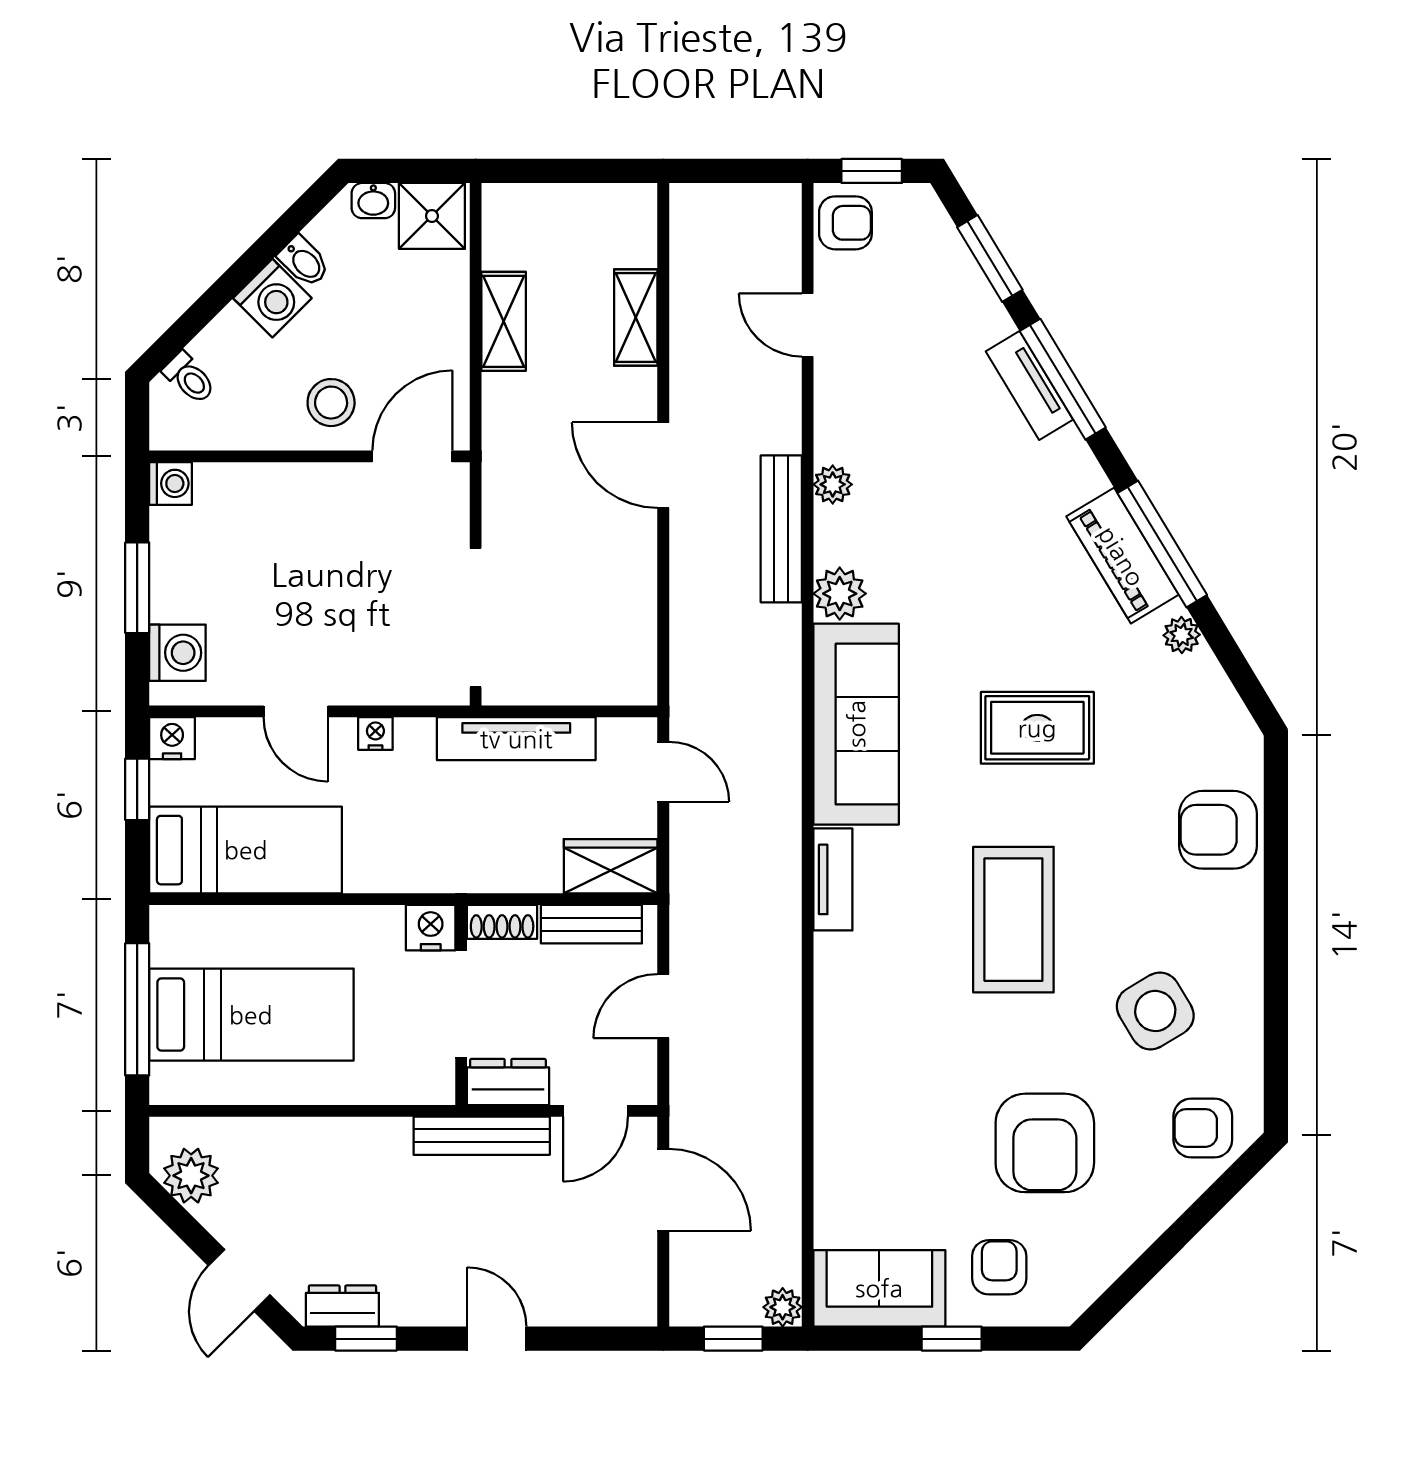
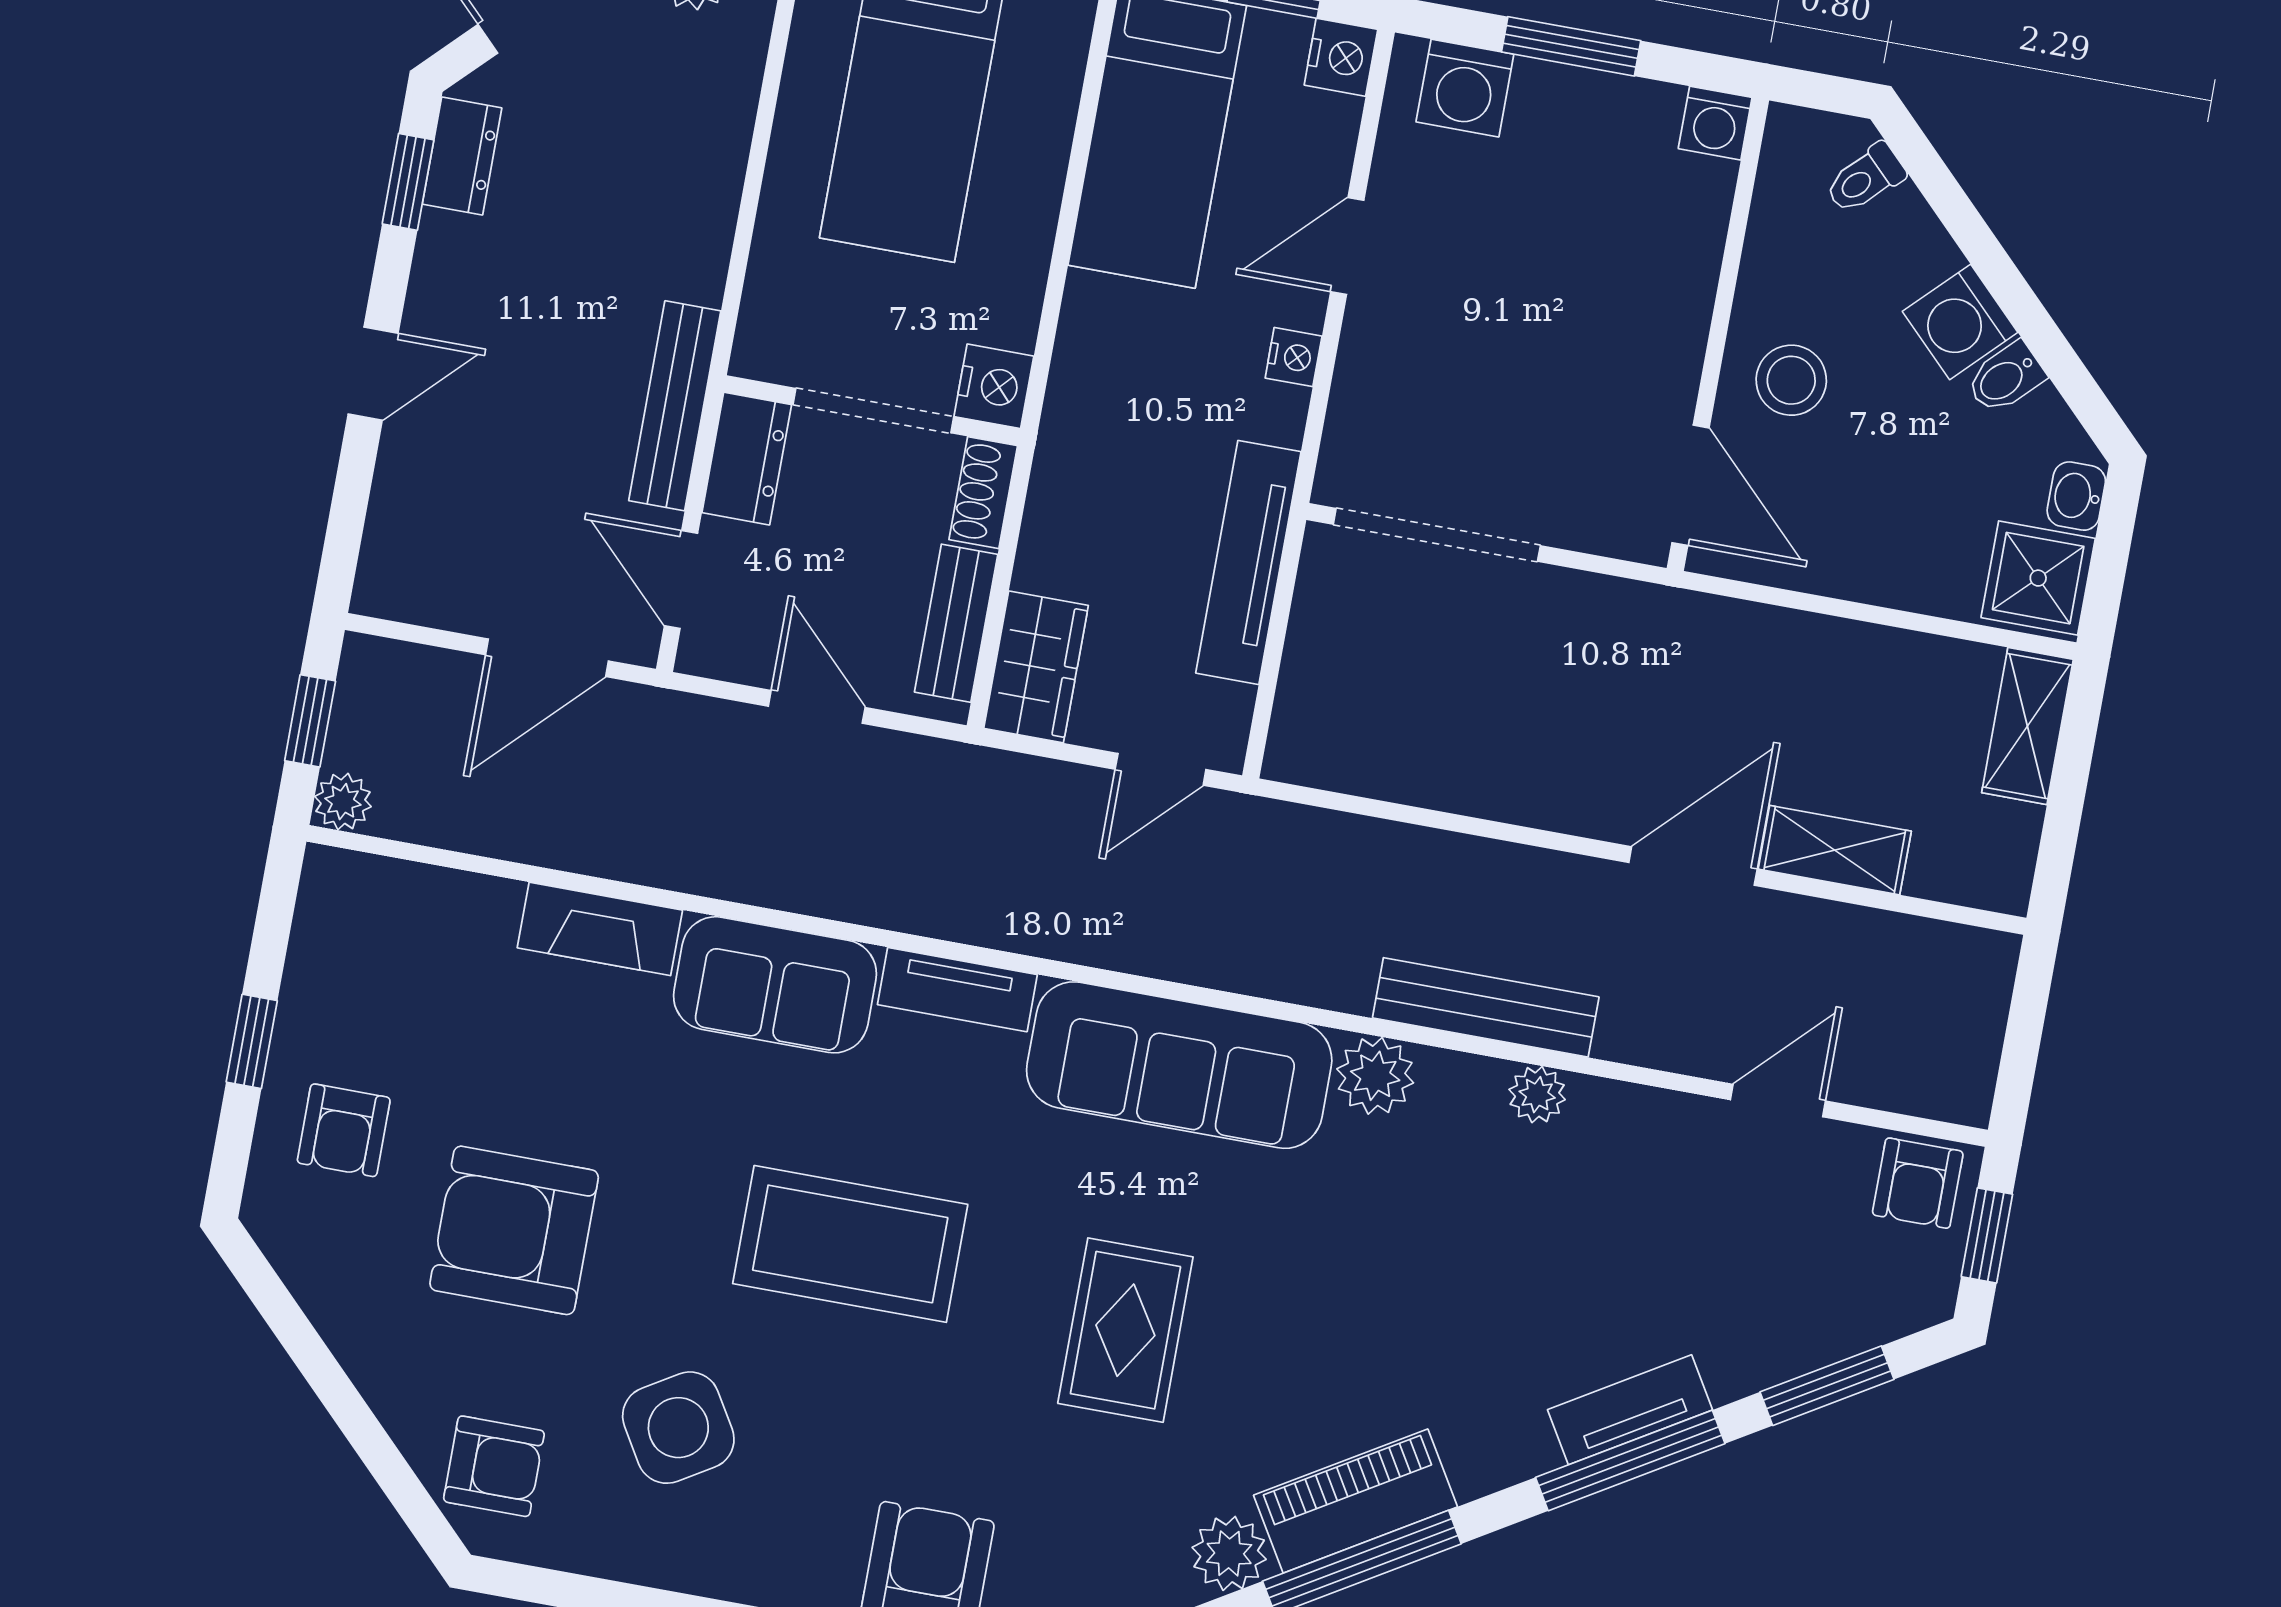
shelving: (504, 321) -> (2027, 726), moved, turned 90
door: (663, 465) -> (1693, 866), moved
plant: (1182, 635) -> (1229, 1553), width x1.38, depth x1.38
fireplace: (836, 1122) -> (600, 929), added
armchair: (1203, 1128) -> (494, 1466), turned 90
armchair: (999, 1267) -> (344, 1130), turned 90
sofa: (879, 1288) -> (775, 985), moved, turned 90

